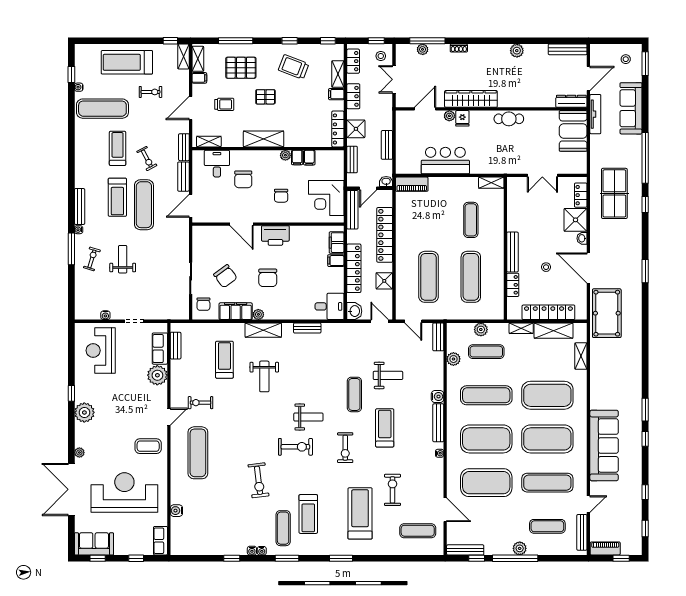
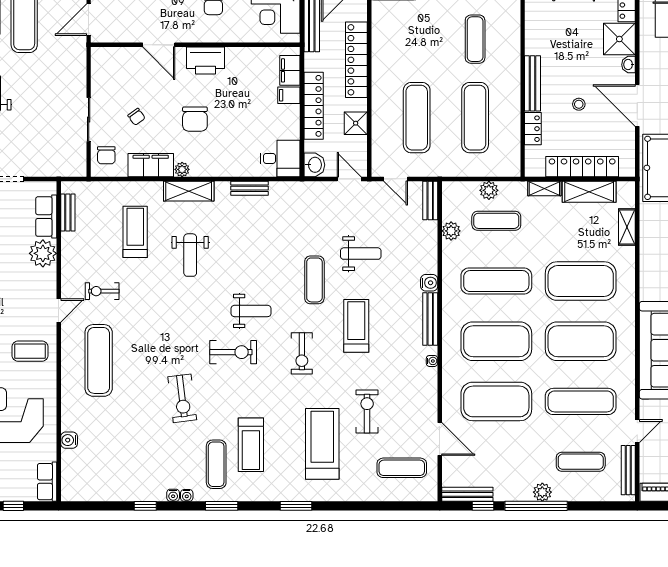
chair: (225, 276) -> (137, 117), width x0.54, depth x0.54

